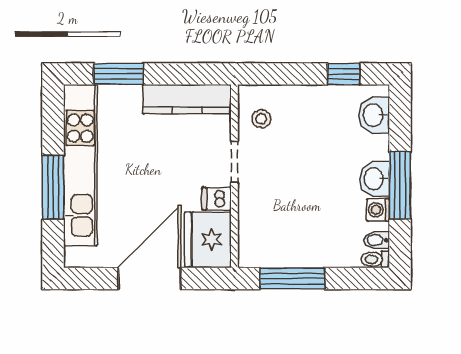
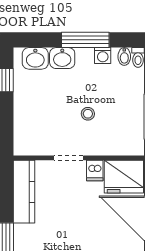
stool: (261, 119) -> (88, 114), moved
washbasin: (375, 179) -> (62, 58), moved

